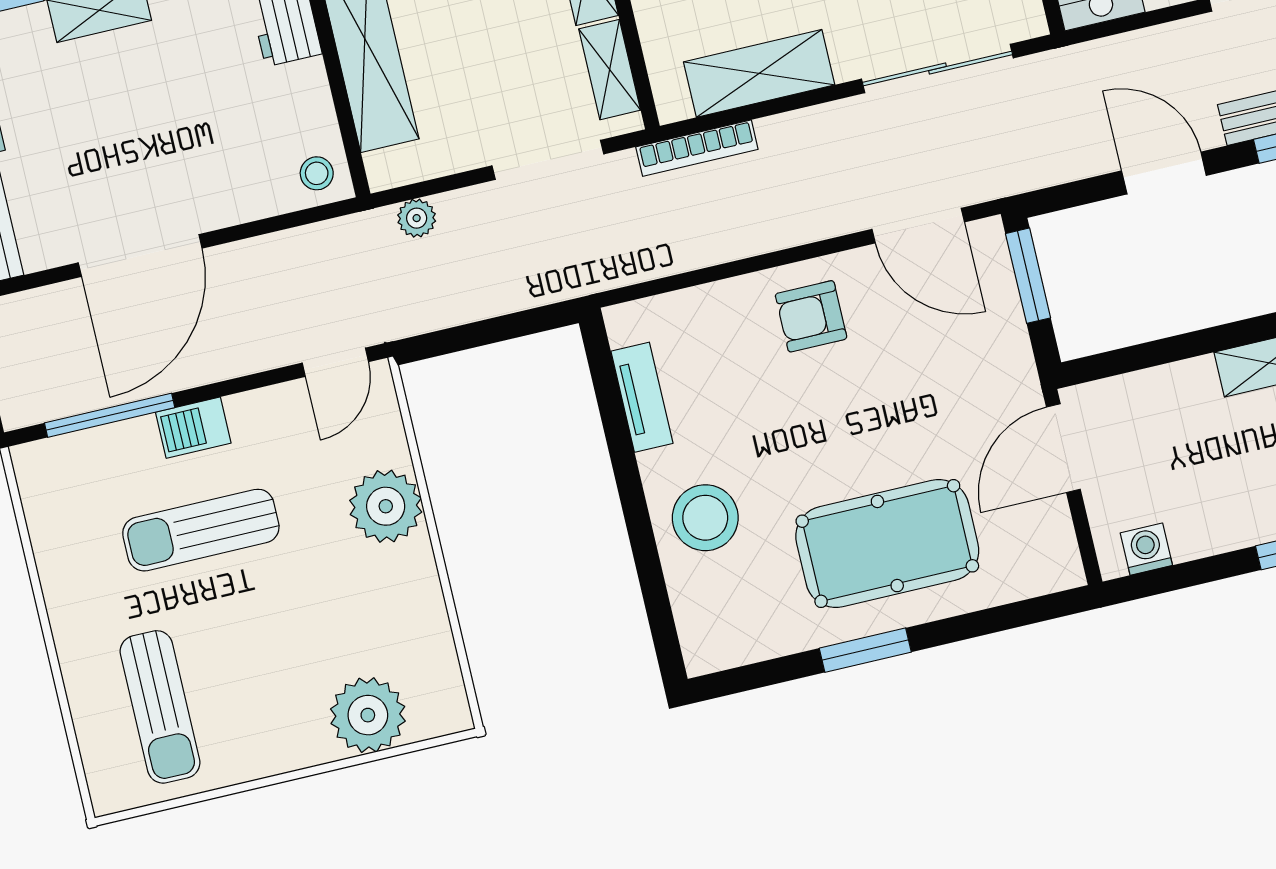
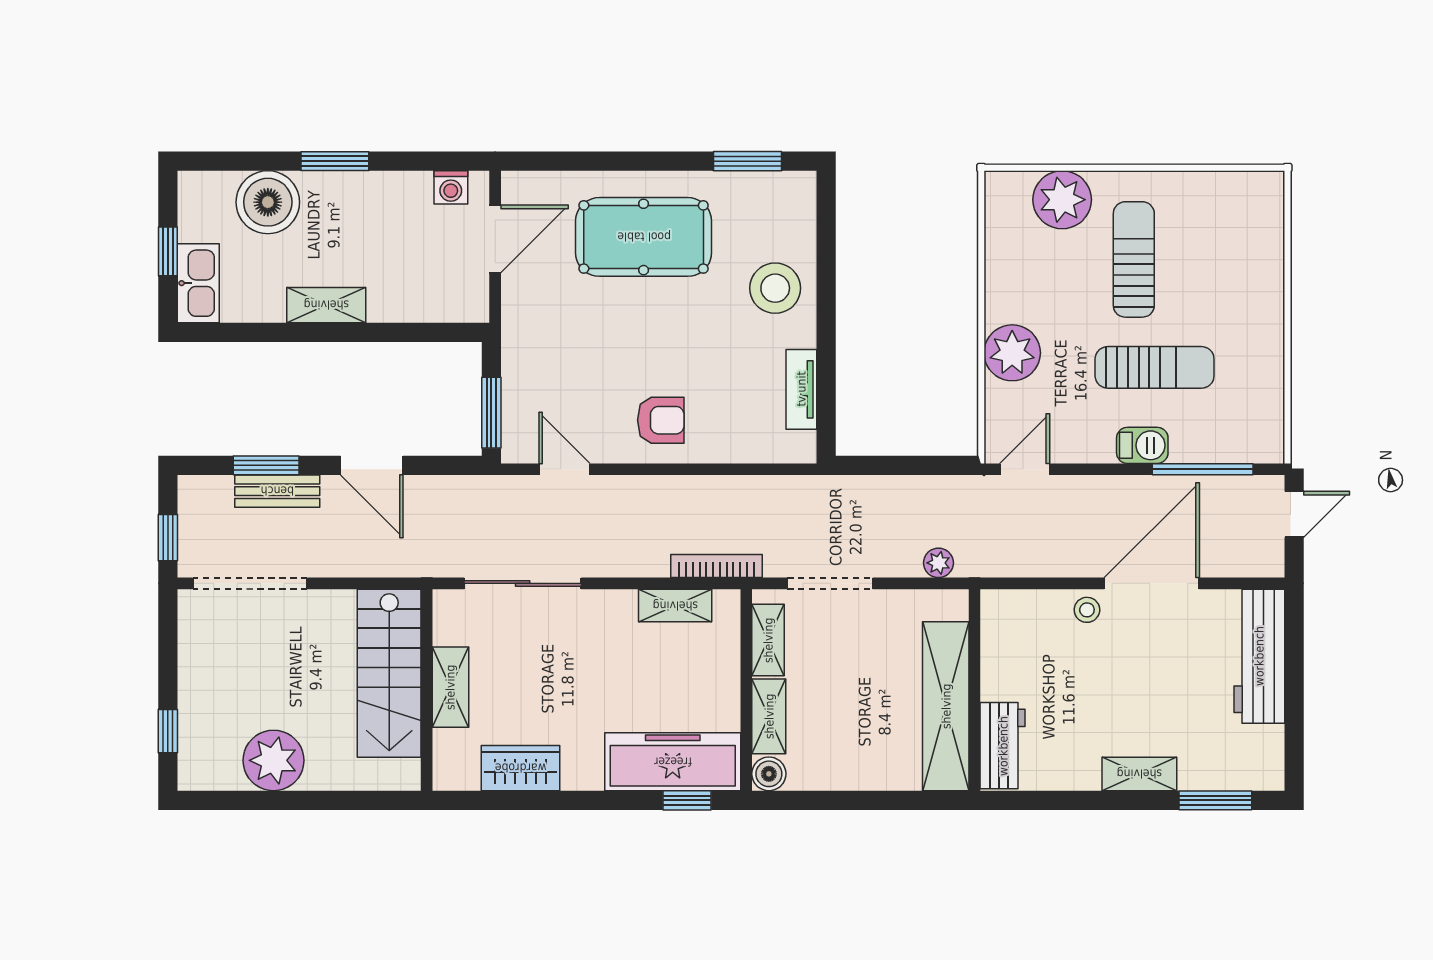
shelving: (759, 73) -> (675, 606), width x0.67, depth x0.75
stool: (317, 173) -> (1087, 610), moved
door: (918, 226) -> (565, 469), width x0.73
door: (1063, 448) -> (495, 239), moved
window: (865, 650) -> (747, 161), moved
sun lounger: (160, 707) -> (1134, 259), moved

